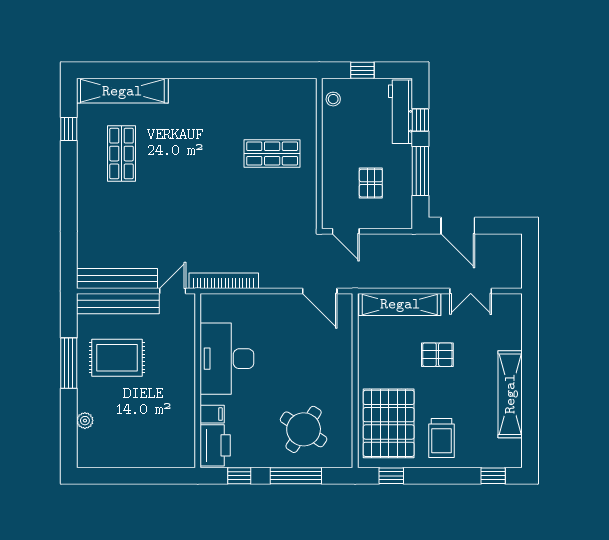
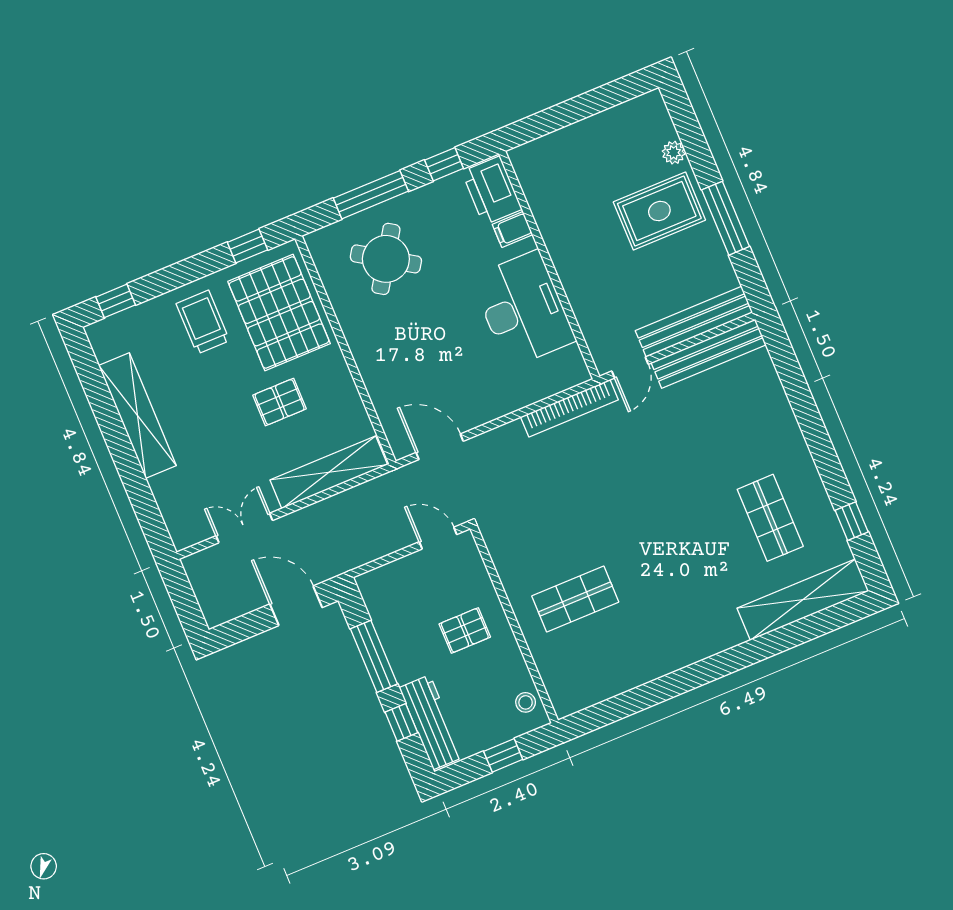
pallet: (371, 183) -> (465, 630), moved, turned 90
pallet: (437, 355) -> (280, 402), moved
rug: (117, 358) -> (659, 211), moved

